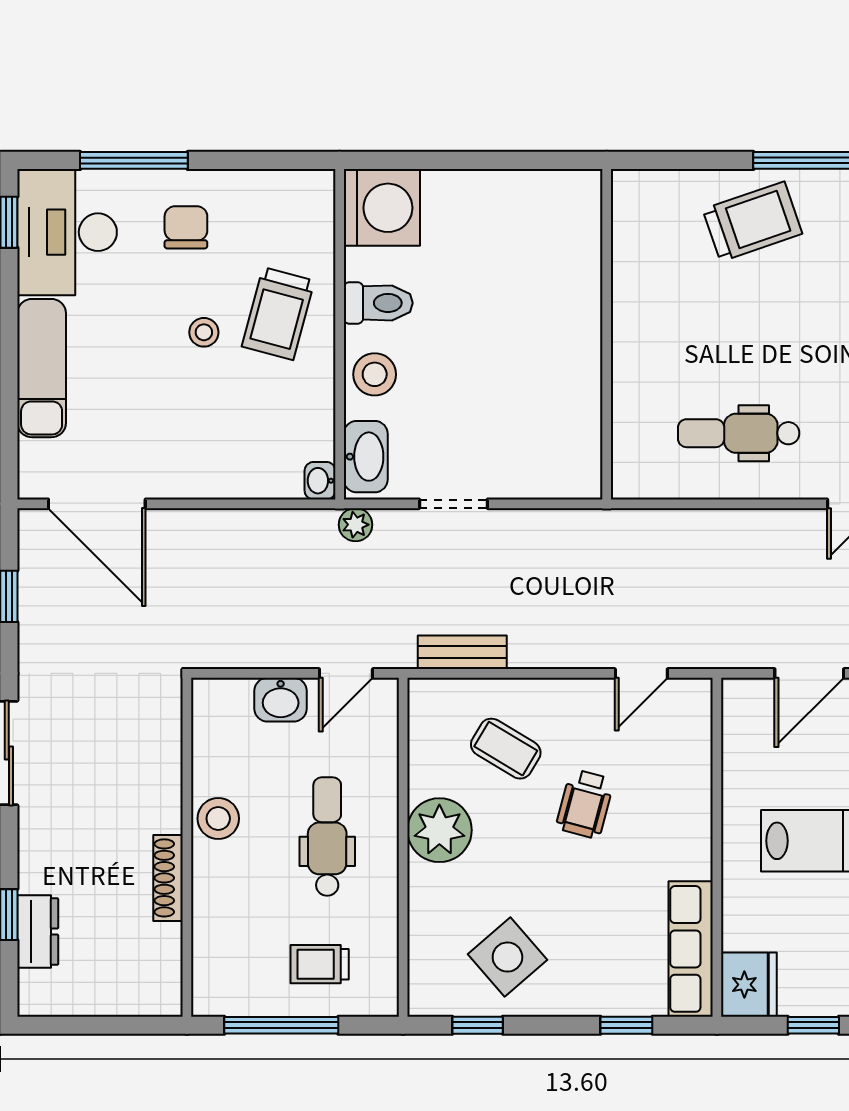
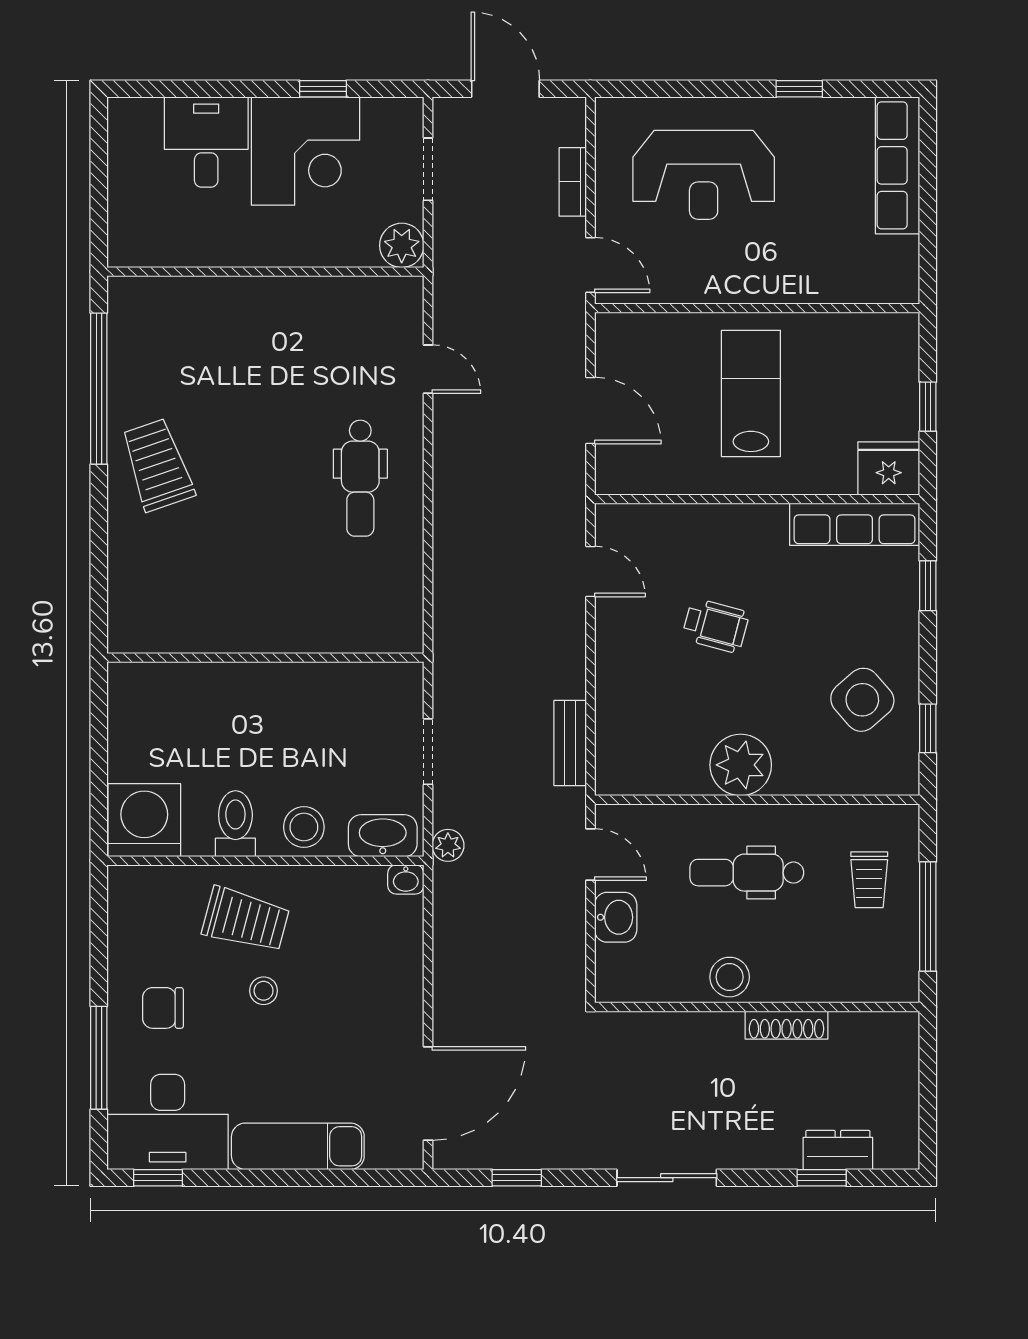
wall: (607, 334) -> (265, 658), moved
coffee table: (506, 749) -> (663, 701), removed

